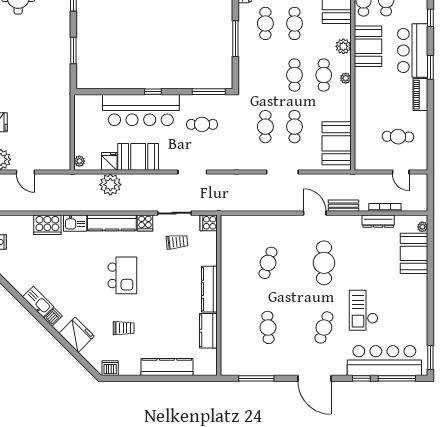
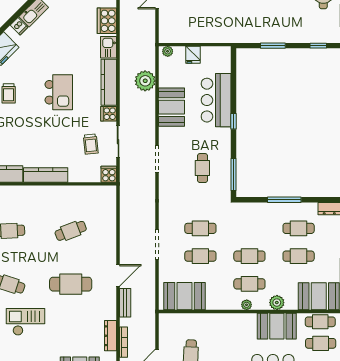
bar counter: (141, 110) -> (216, 100), width x0.73
fridge: (109, 161) -> (193, 55), moved, turned 90
cafe table: (268, 263) -> (71, 231), turned -39
kitchen island: (122, 275) -> (59, 92), turned -90

